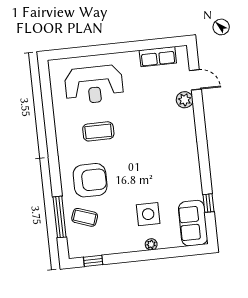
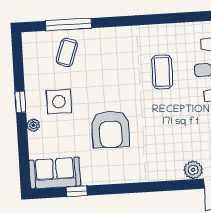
armchair: (90, 180) -> (110, 129), moved
side table: (148, 214) -> (59, 102), moved
window: (93, 261) -> (20, 102), moved

